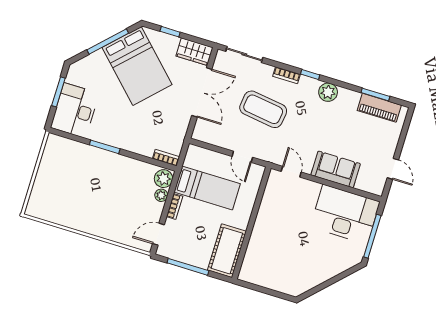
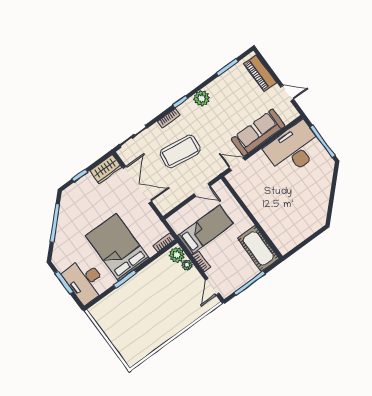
bed: (137, 66) -> (117, 247), moved, turned -135
piano: (379, 108) -> (260, 73), moved, turned 90
sofa: (336, 169) -> (258, 133), width x1.36

